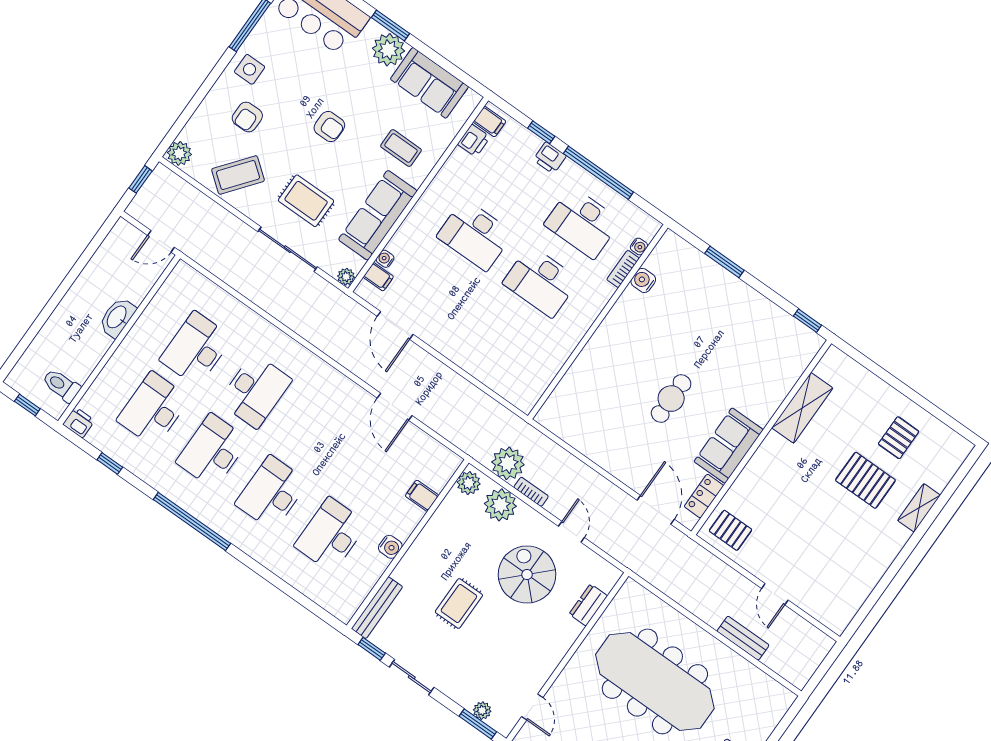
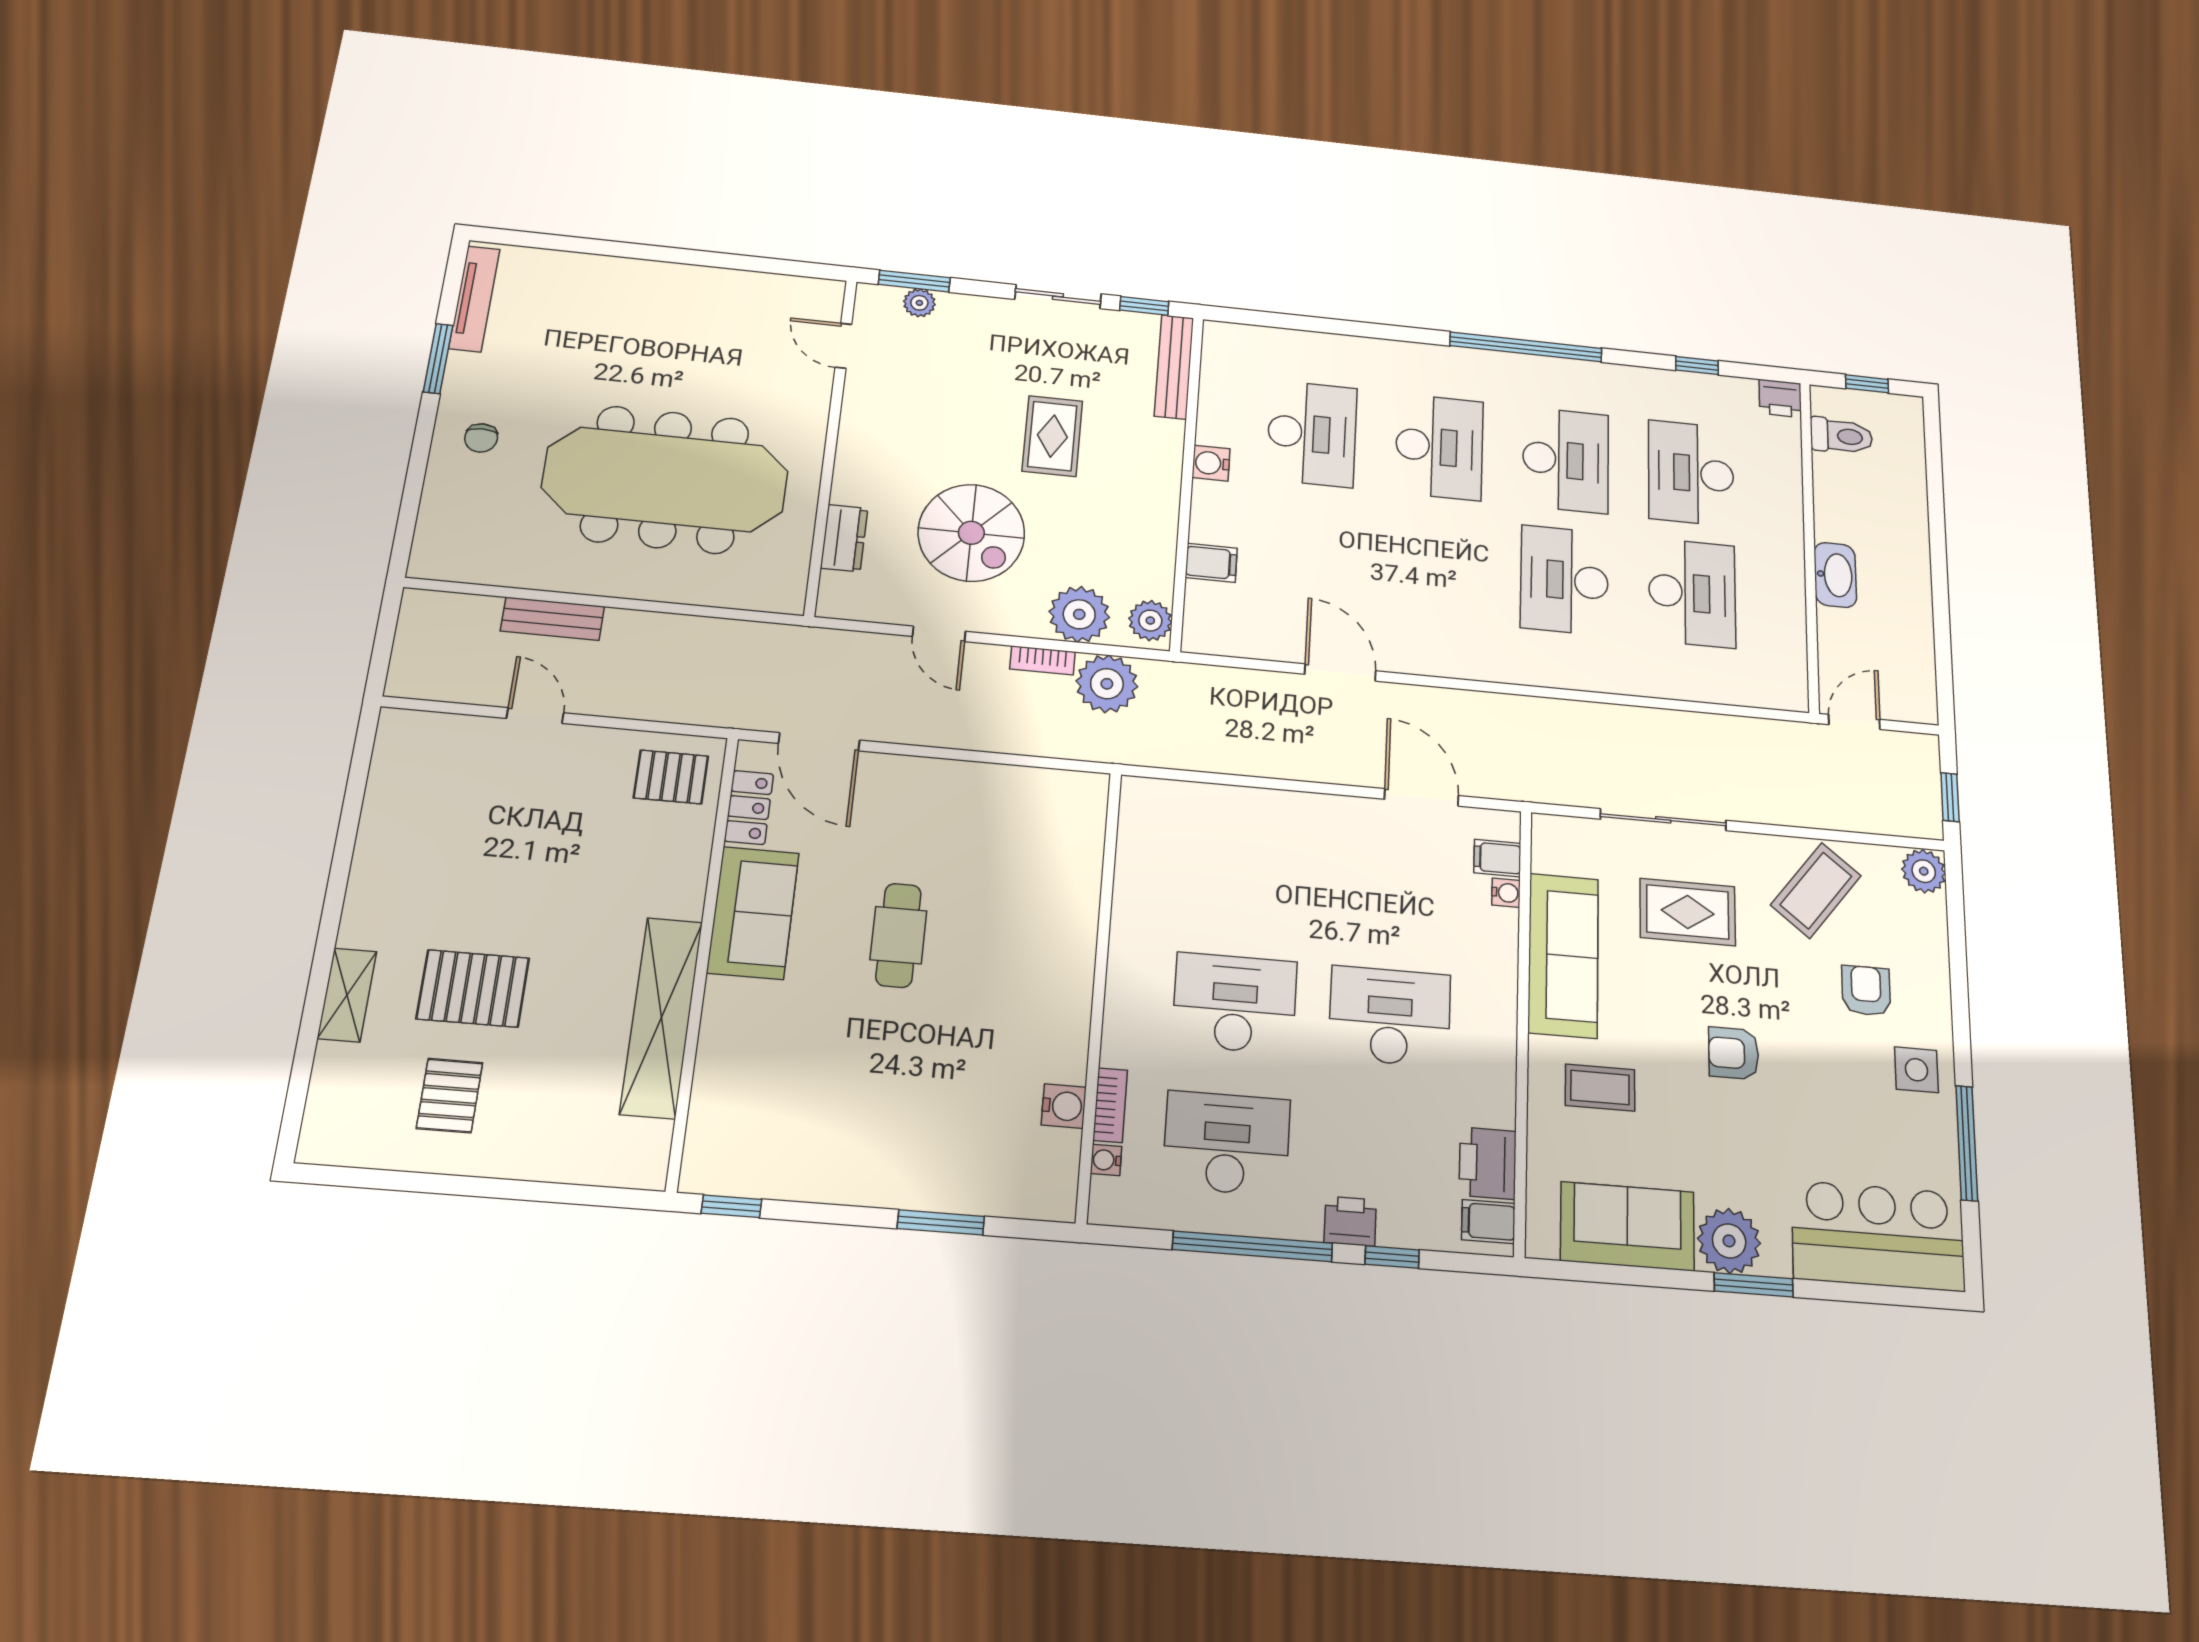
printer: (474, 141) -> (1488, 1163), width x1.36, depth x1.24
plant: (346, 277) -> (1547, 829), removed
shelving: (802, 408) -> (661, 1017), width x1.47
desk: (153, 409) -> (1691, 473), turned 180

